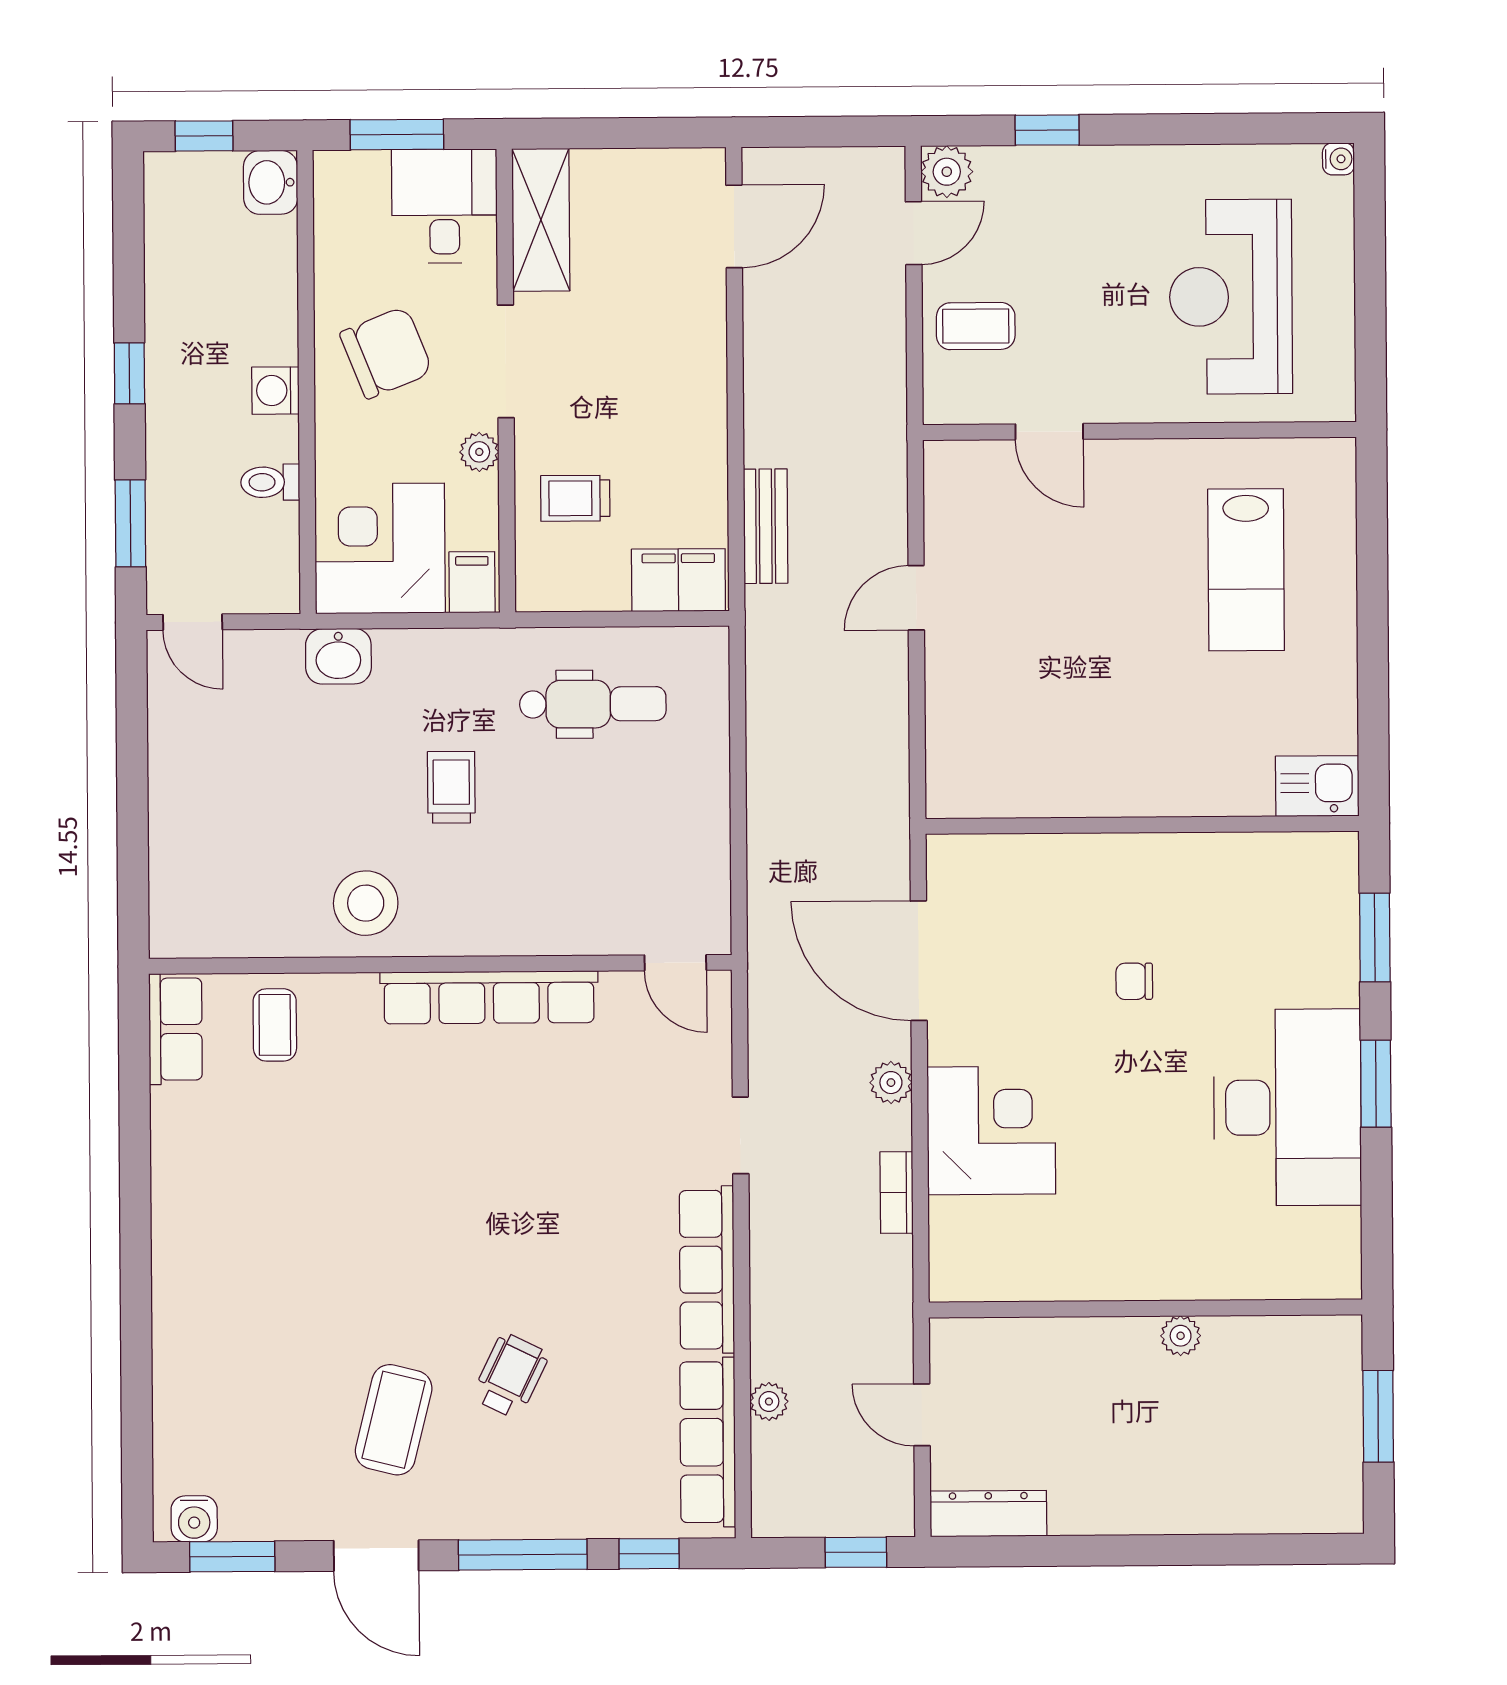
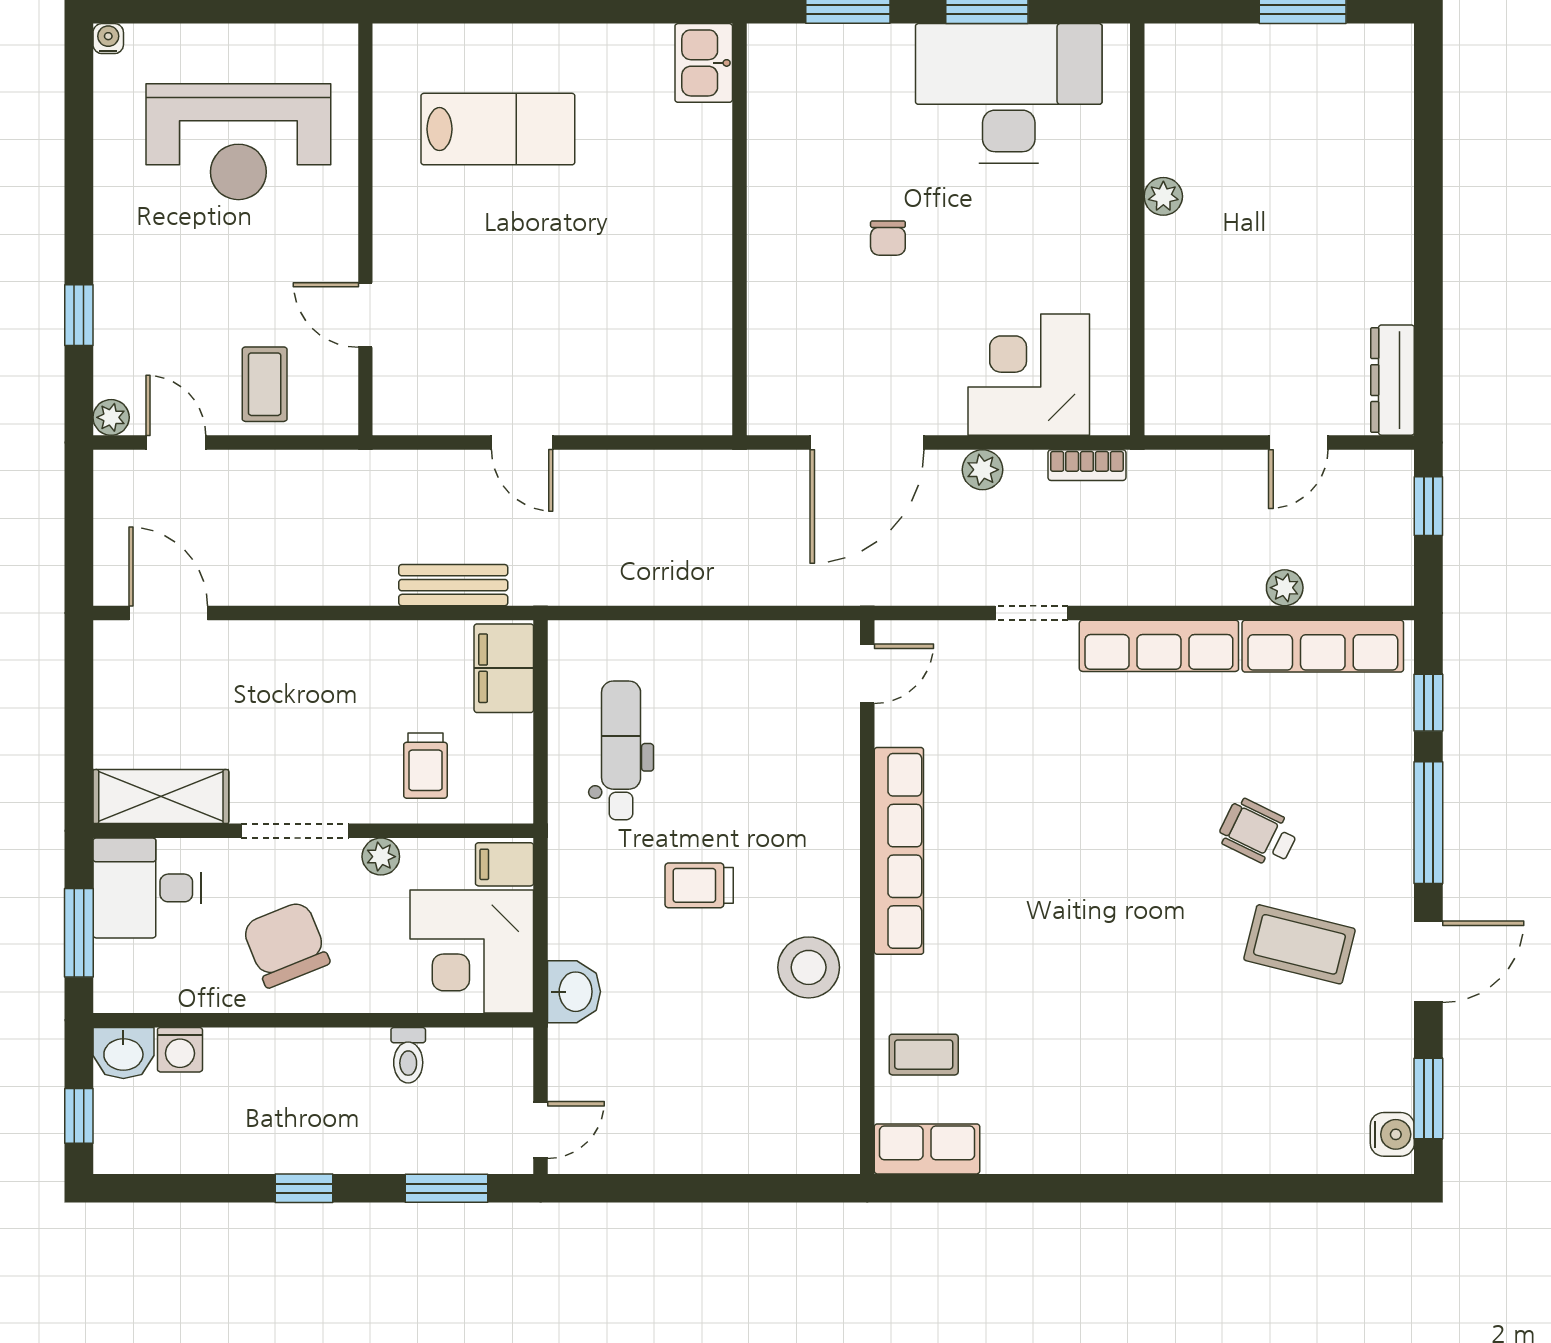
plant: (947, 172) -> (111, 417), width x0.73, depth x0.73
washing machine: (275, 391) -> (180, 1050), moved
door: (1049, 432) -> (365, 315), swing flipped
wall: (1146, 1308) -> (1137, 229), moved
plant: (1181, 1336) -> (1163, 196), moved

